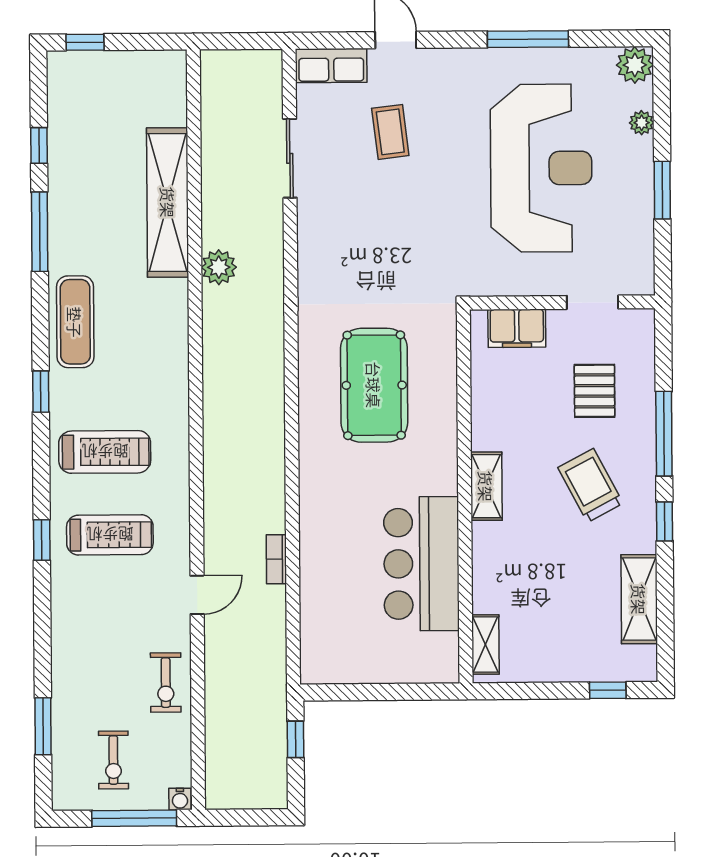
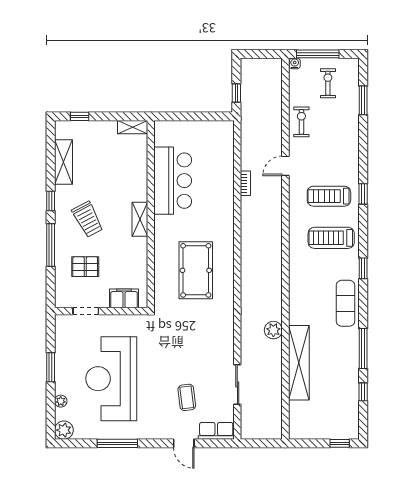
pallet: (595, 391) -> (85, 267), turned 90
shelving: (486, 644) -> (133, 127), moved, turned 90

